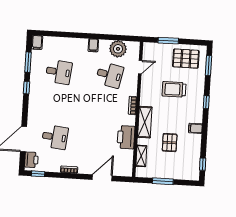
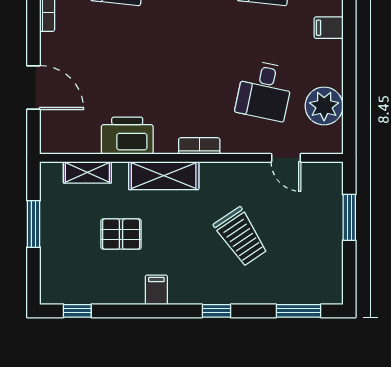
filing cabinet: (93, 45) -> (329, 28), moved
pallet: (186, 59) -> (311, 259), removed
trolley: (174, 89) -> (241, 237), turned 146

